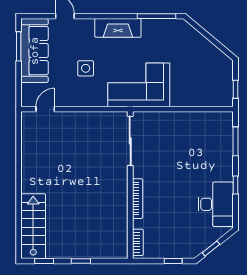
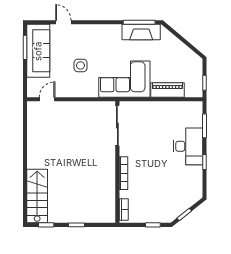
fireplace: (118, 28) -> (141, 32), moved
piano: (191, 98) -> (167, 90), added
desk: (216, 204) -> (188, 146), moved

